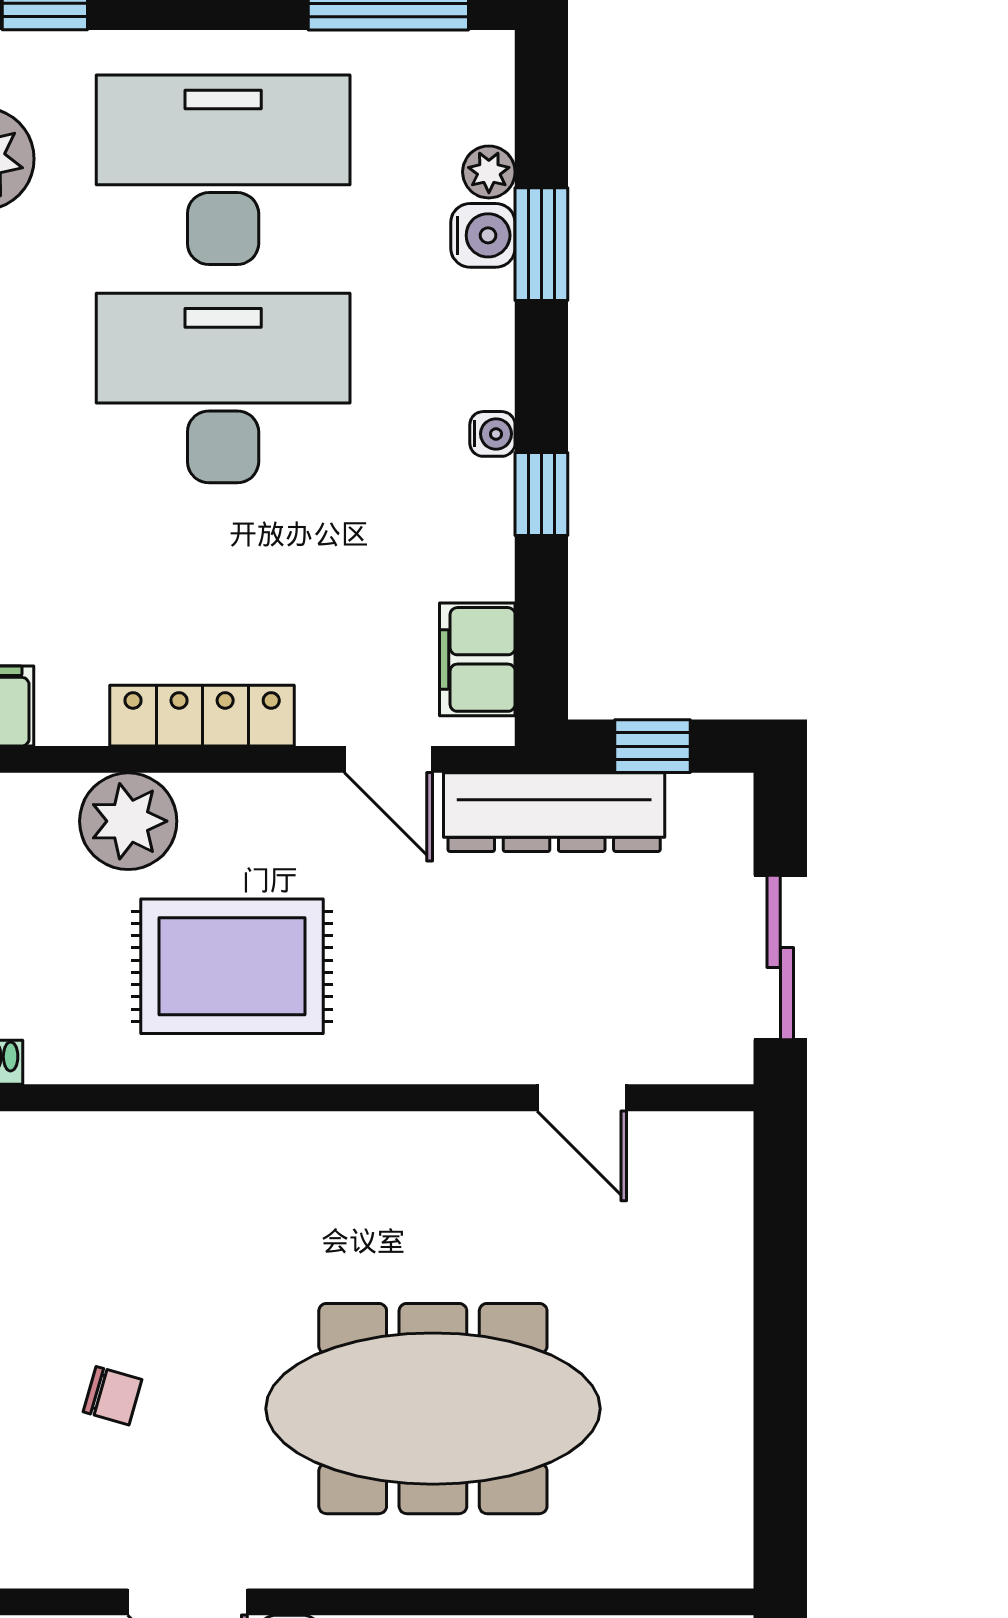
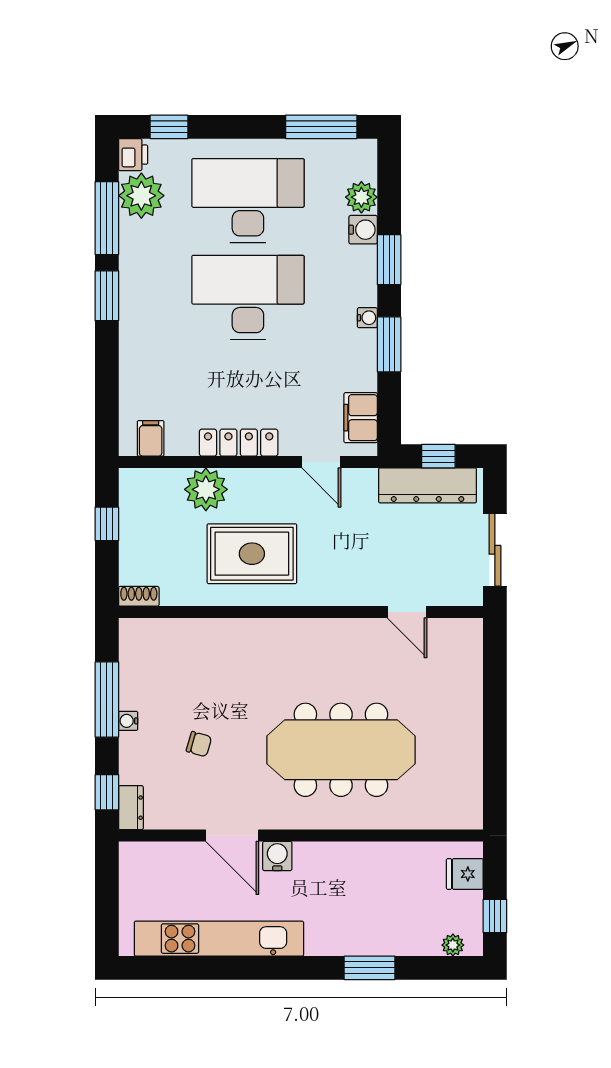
plant: (489, 172) -> (361, 197), width x1.38, depth x1.38
window: (541, 244) -> (389, 260), moved
window: (541, 494) -> (389, 344), width x1.50
dresser: (554, 812) -> (428, 485), moved

